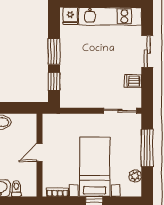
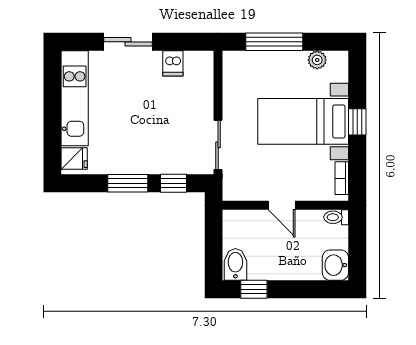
sliding door: (120, 111) -> (218, 145), moved
toilet: (16, 189) -> (336, 217), moved

